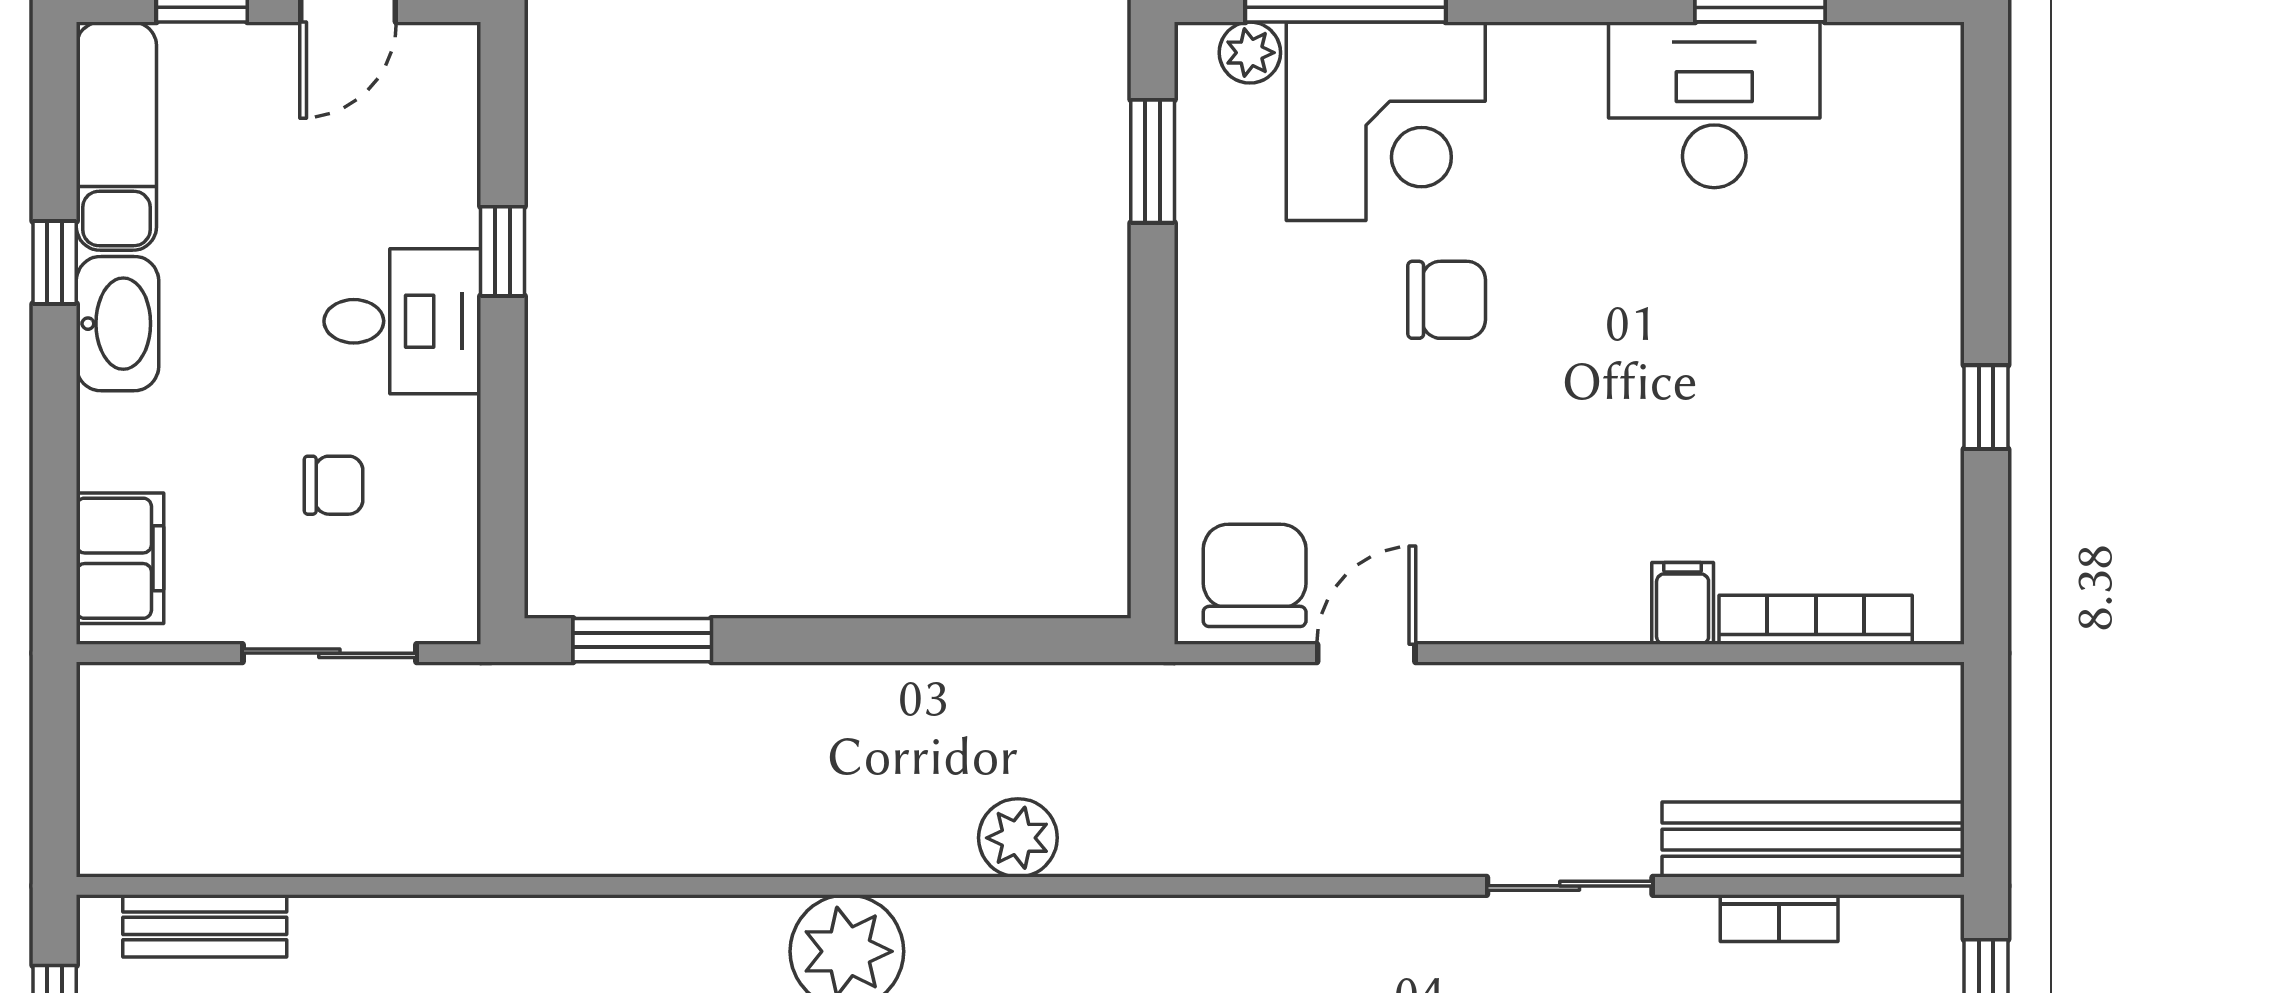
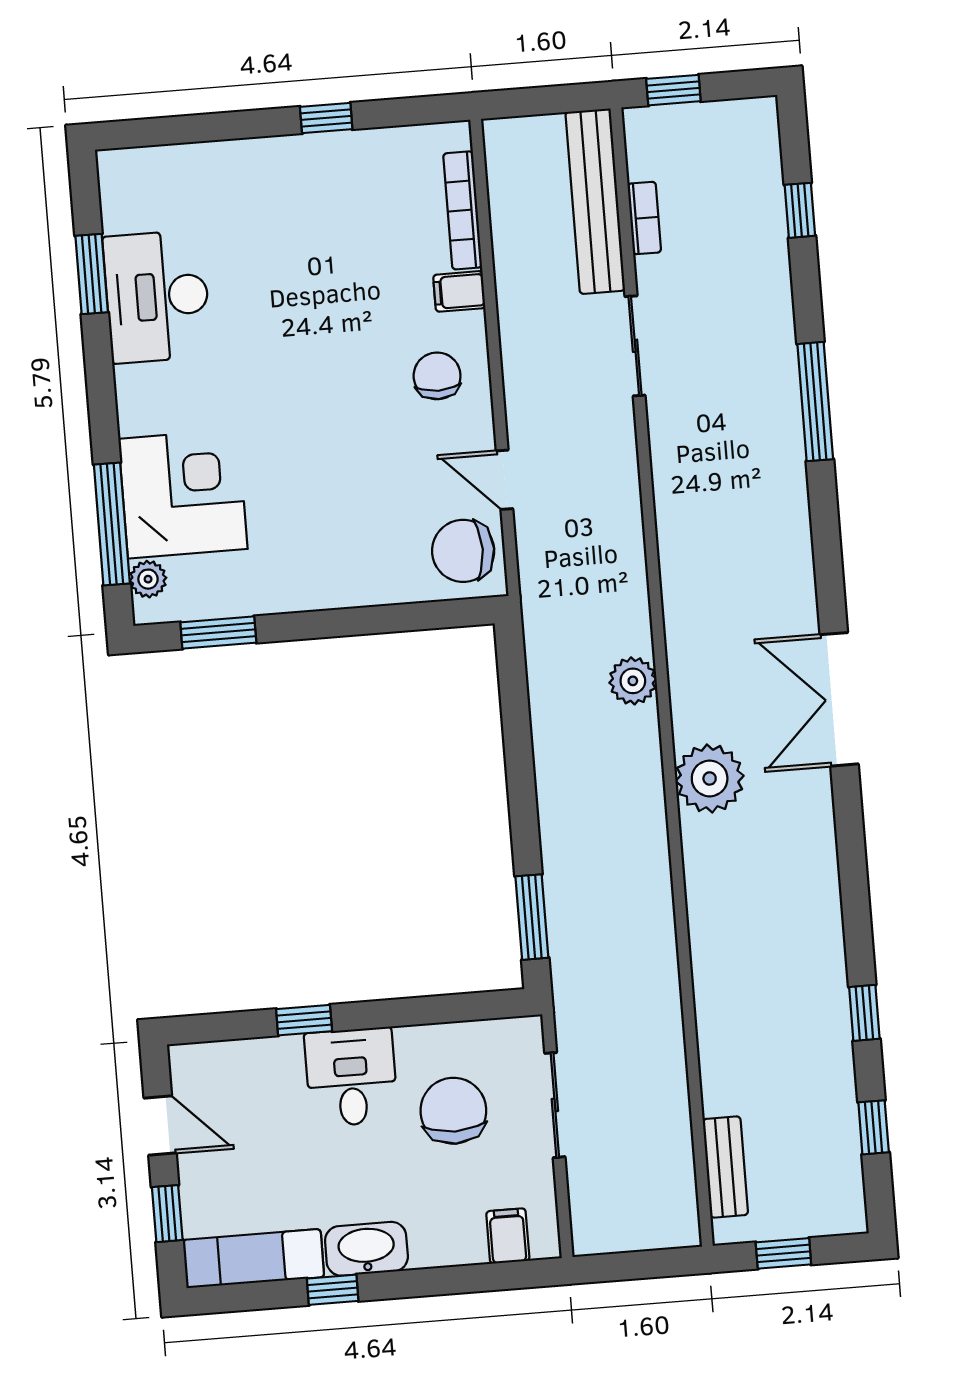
chair: (1447, 300) -> (437, 376), moved
chair: (334, 485) -> (453, 1111), width x1.87, depth x1.87
filing cabinet: (120, 558) -> (508, 1236), width x0.50

